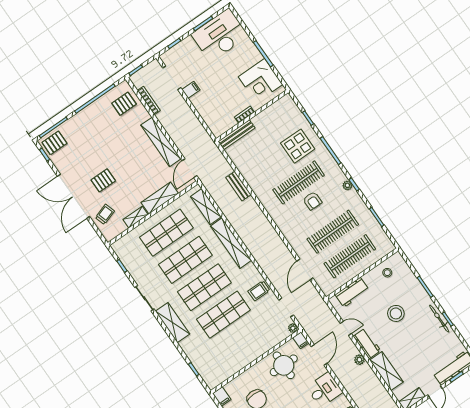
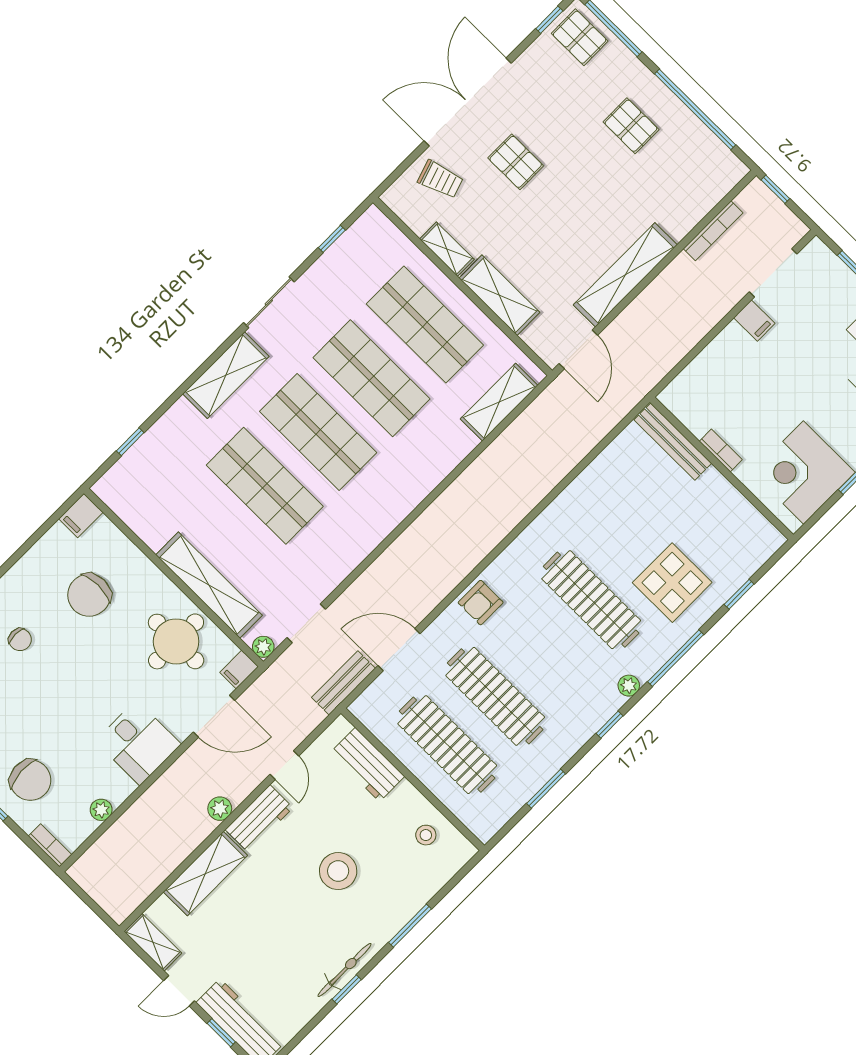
pallet: (124, 104) -> (631, 126), moved
door: (189, 168) -> (578, 349), swing flipped
plant: (347, 185) -> (629, 686), moved
bench: (238, 186) -> (343, 683), moved
armchair: (312, 201) -> (481, 603), moved
shelving: (231, 243) -> (209, 585), moved, turned 90
trolley: (259, 291) -> (332, 555), removed

